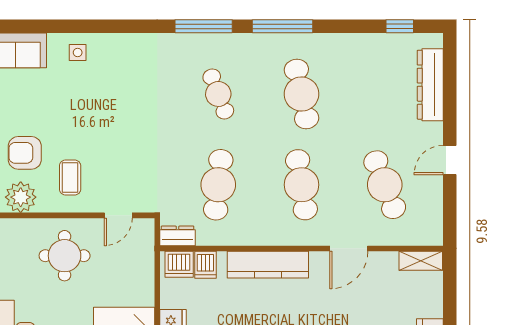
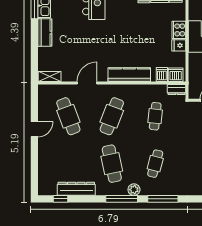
plant: (259, 44) -> (134, 190), added
dresser: (430, 85) -> (76, 189), moved, turned -90
cafe table: (218, 94) -> (155, 164), turned 36
cafe table: (218, 185) -> (155, 116), width x0.73, depth x0.74
cafe table: (301, 185) -> (112, 116), turned 30

